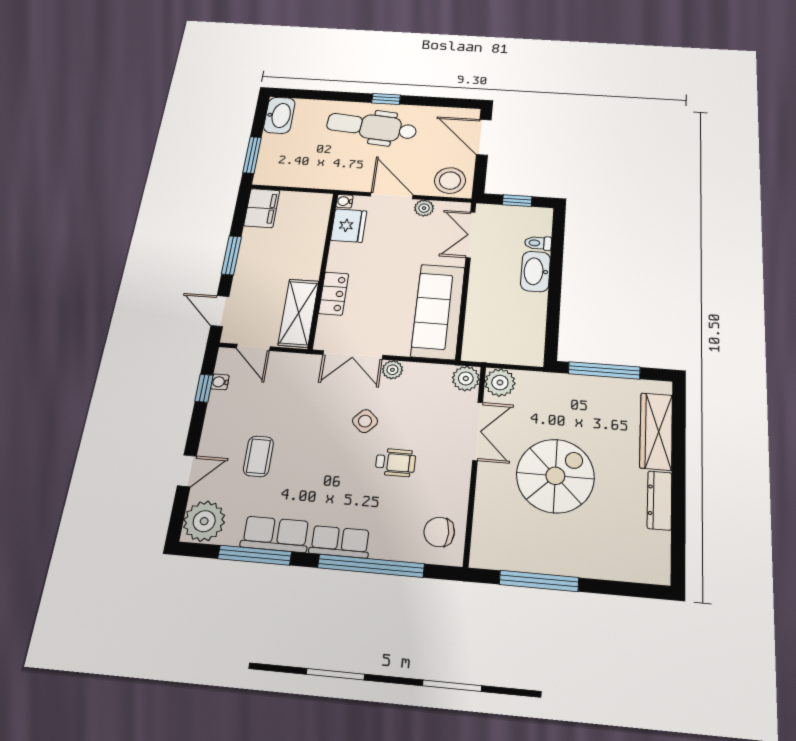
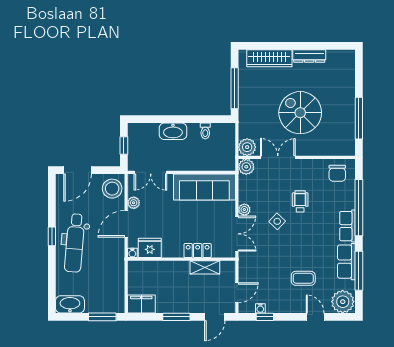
toilet: (538, 243) -> (205, 131), moved
shelving: (299, 313) -> (205, 267), width x0.67, depth x0.75

